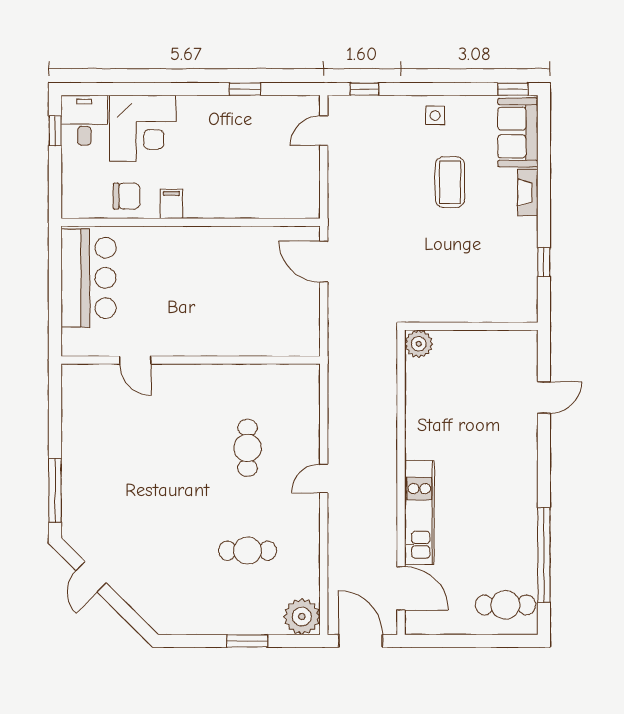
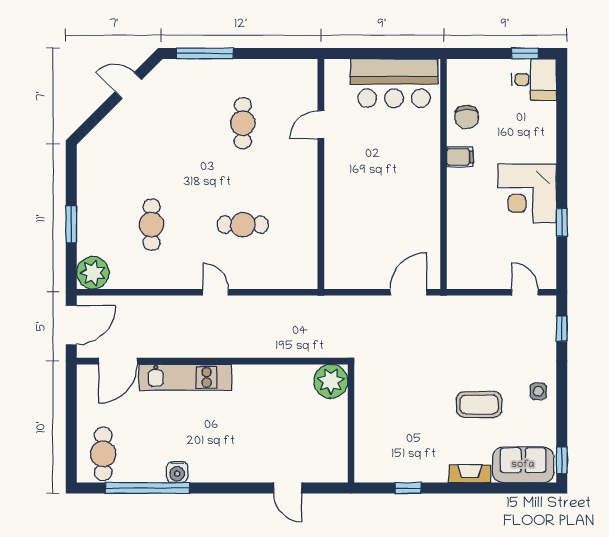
corner desk: (143, 128) -> (527, 193), moved
plant: (419, 344) -> (331, 381), width x1.36, depth x1.36
cafe table: (134, 448) -> (243, 123), added
water cooler: (526, 522) -> (177, 472), added

